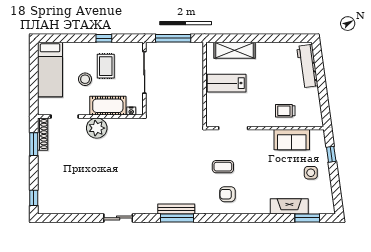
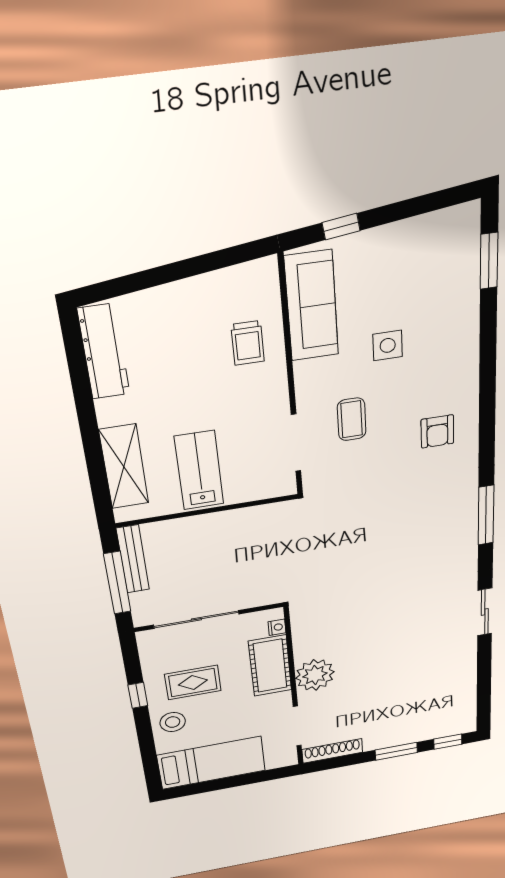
workbench: (307, 66) -> (104, 352), moved, turned -82
stool: (85, 79) -> (173, 722), moved
lab bench: (227, 83) -> (199, 470), turned 180
sofa: (292, 140) -> (312, 306), width x1.36
window: (34, 144) -> (396, 751), moved
coffee table: (223, 167) -> (352, 419), moved
side table: (311, 173) -> (388, 345), moved
fireplace: (289, 206) -> (463, 303), removed
bench: (176, 209) -> (133, 559), moved

